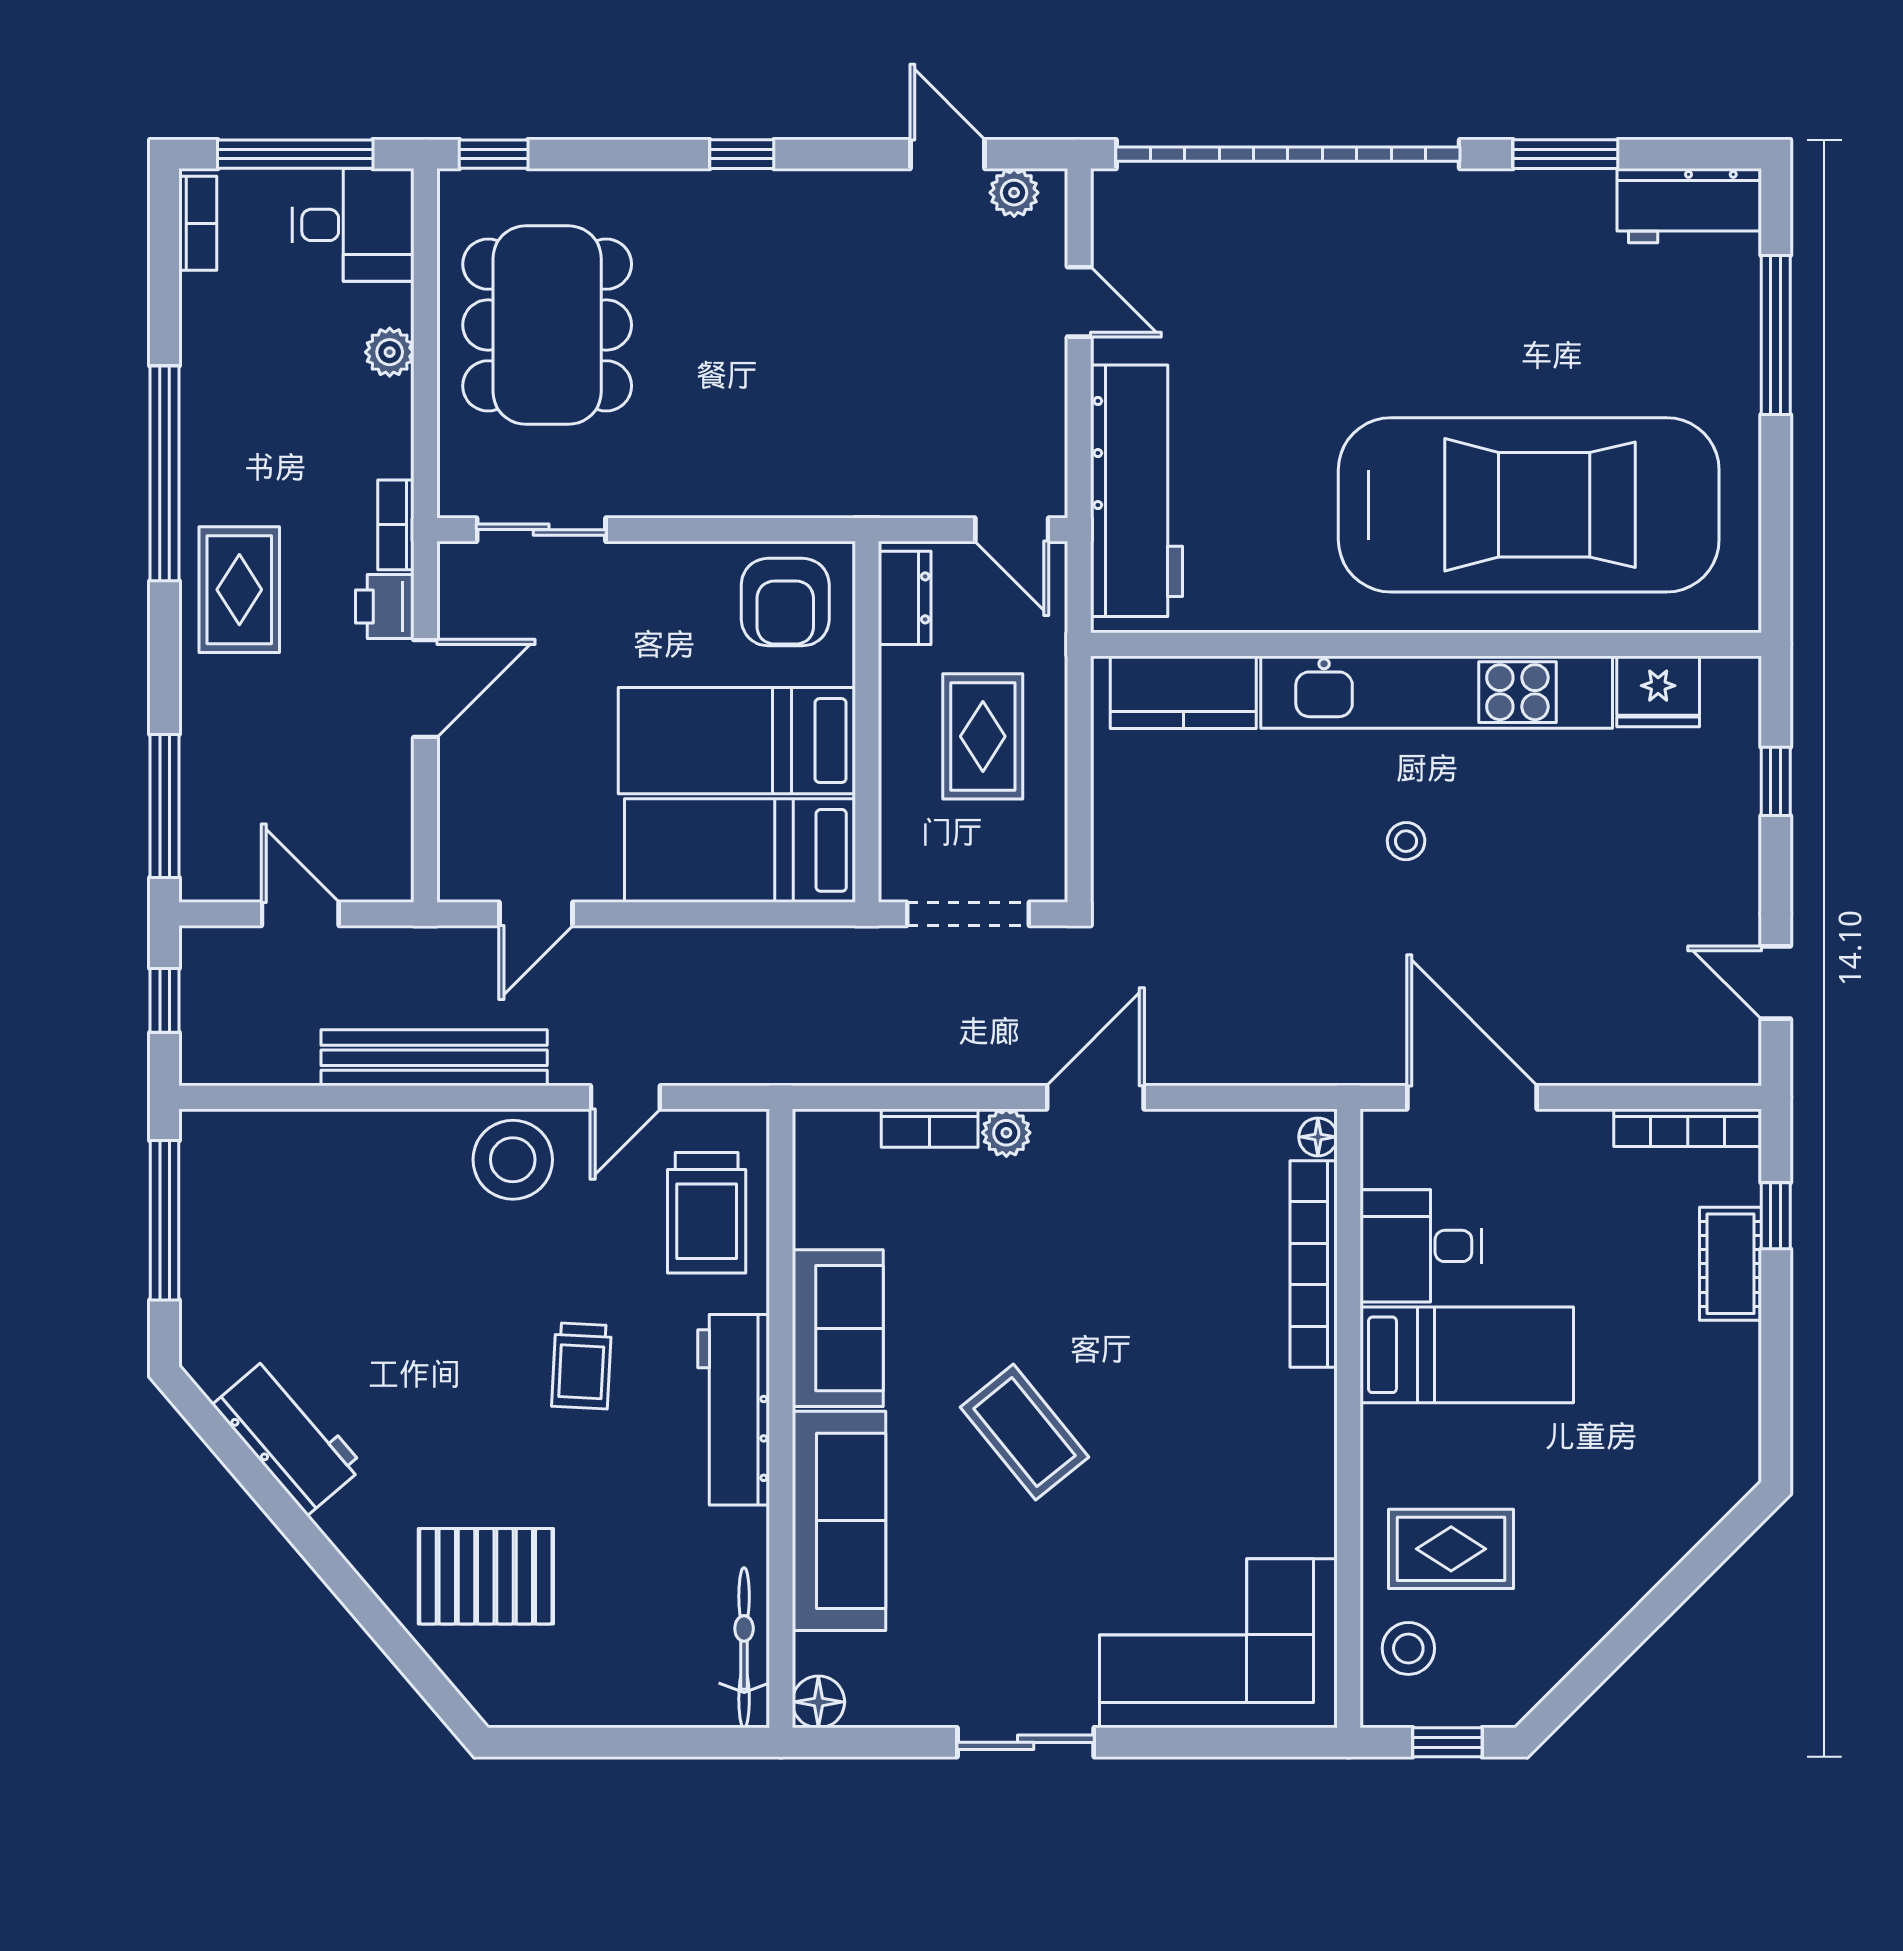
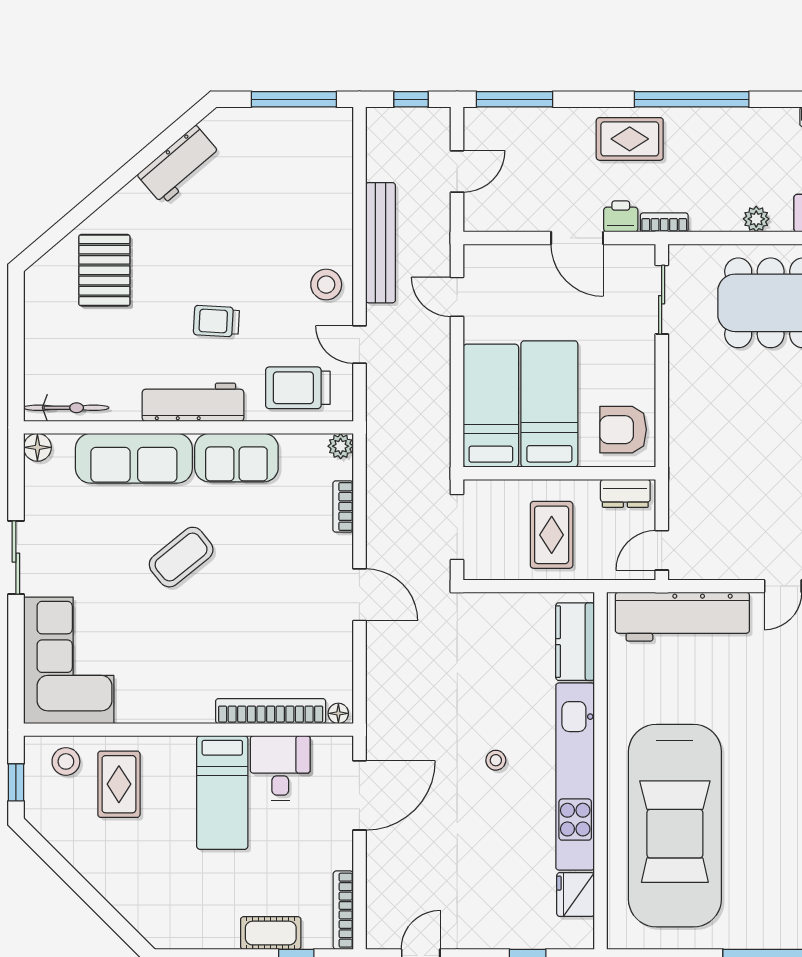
rug: (983, 736) -> (552, 535), turned 90
plant: (1006, 1133) -> (341, 446), moved
stool: (513, 1160) -> (326, 285), width x0.73, depth x0.73

